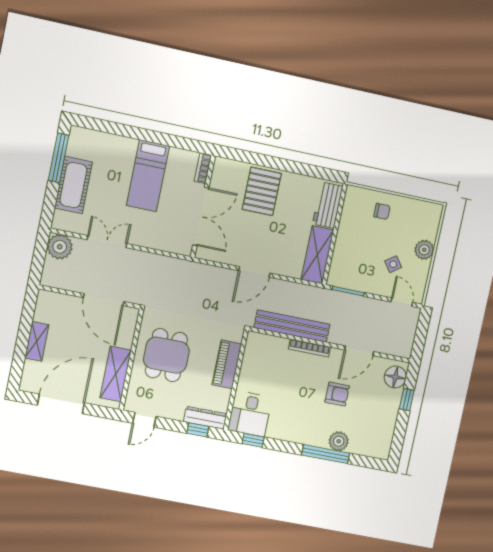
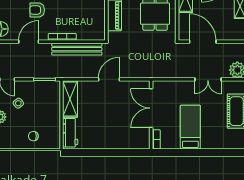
pallet: (262, 191) -> (115, 132), removed

